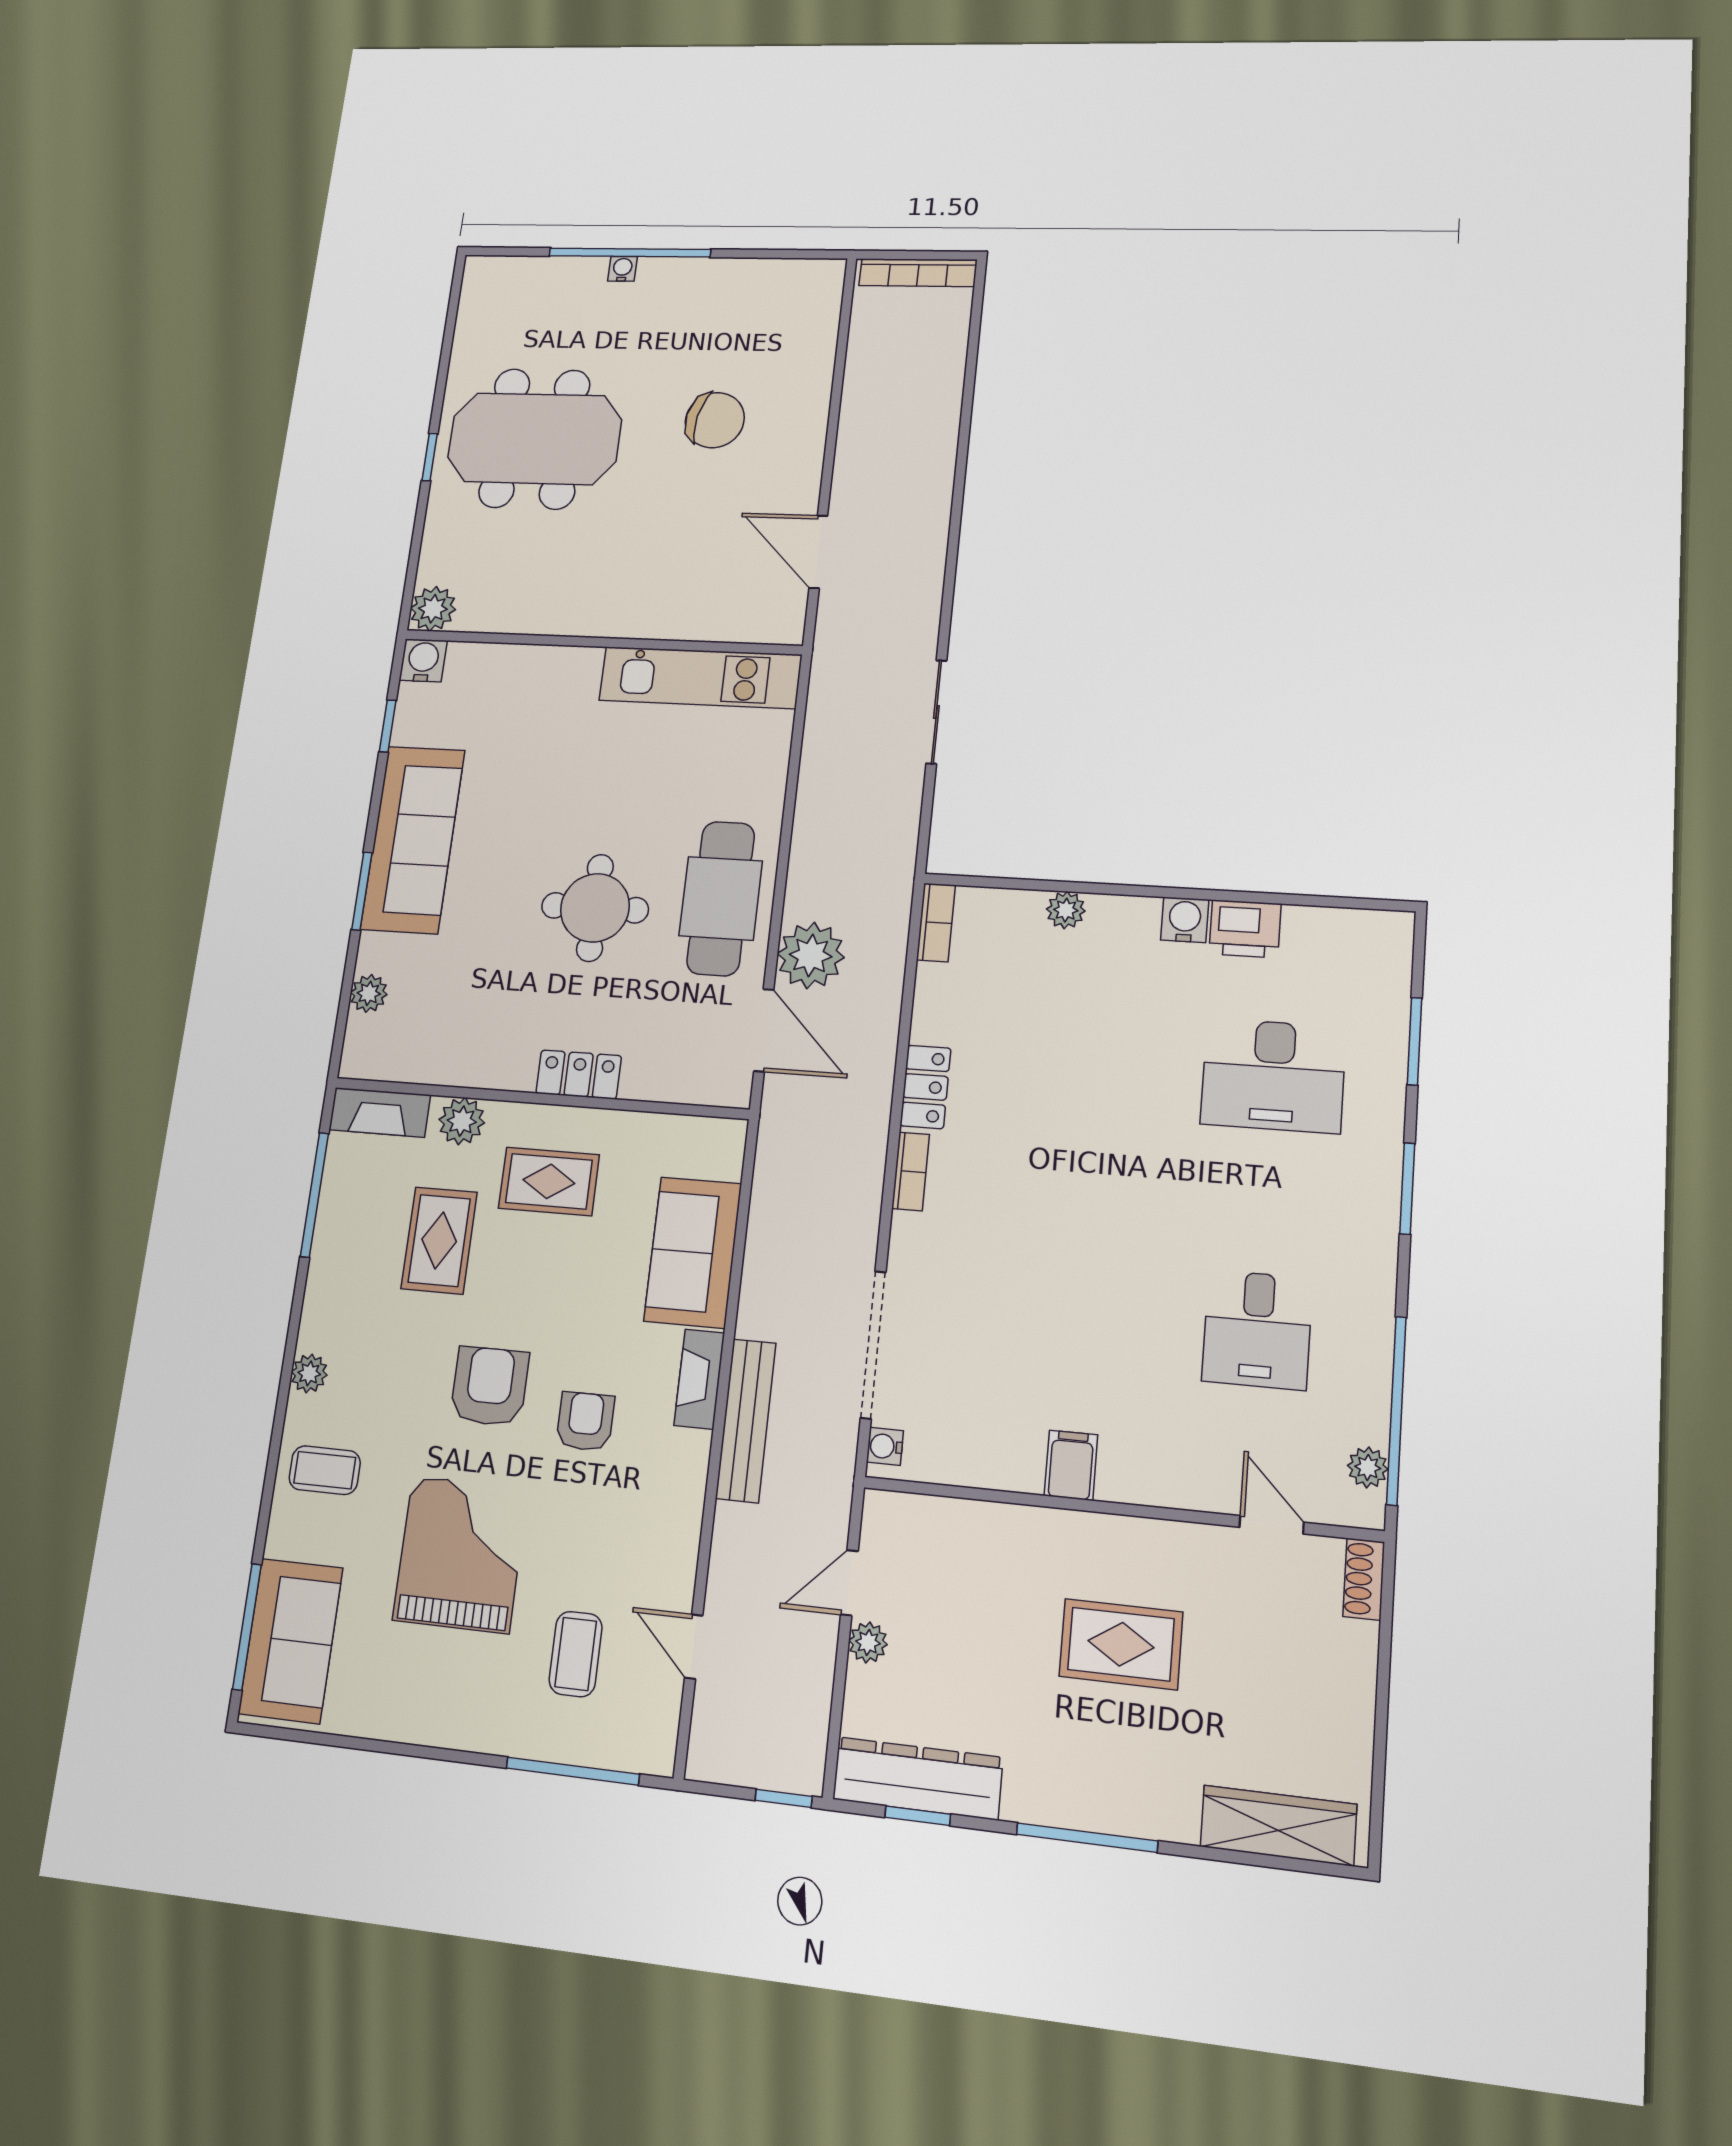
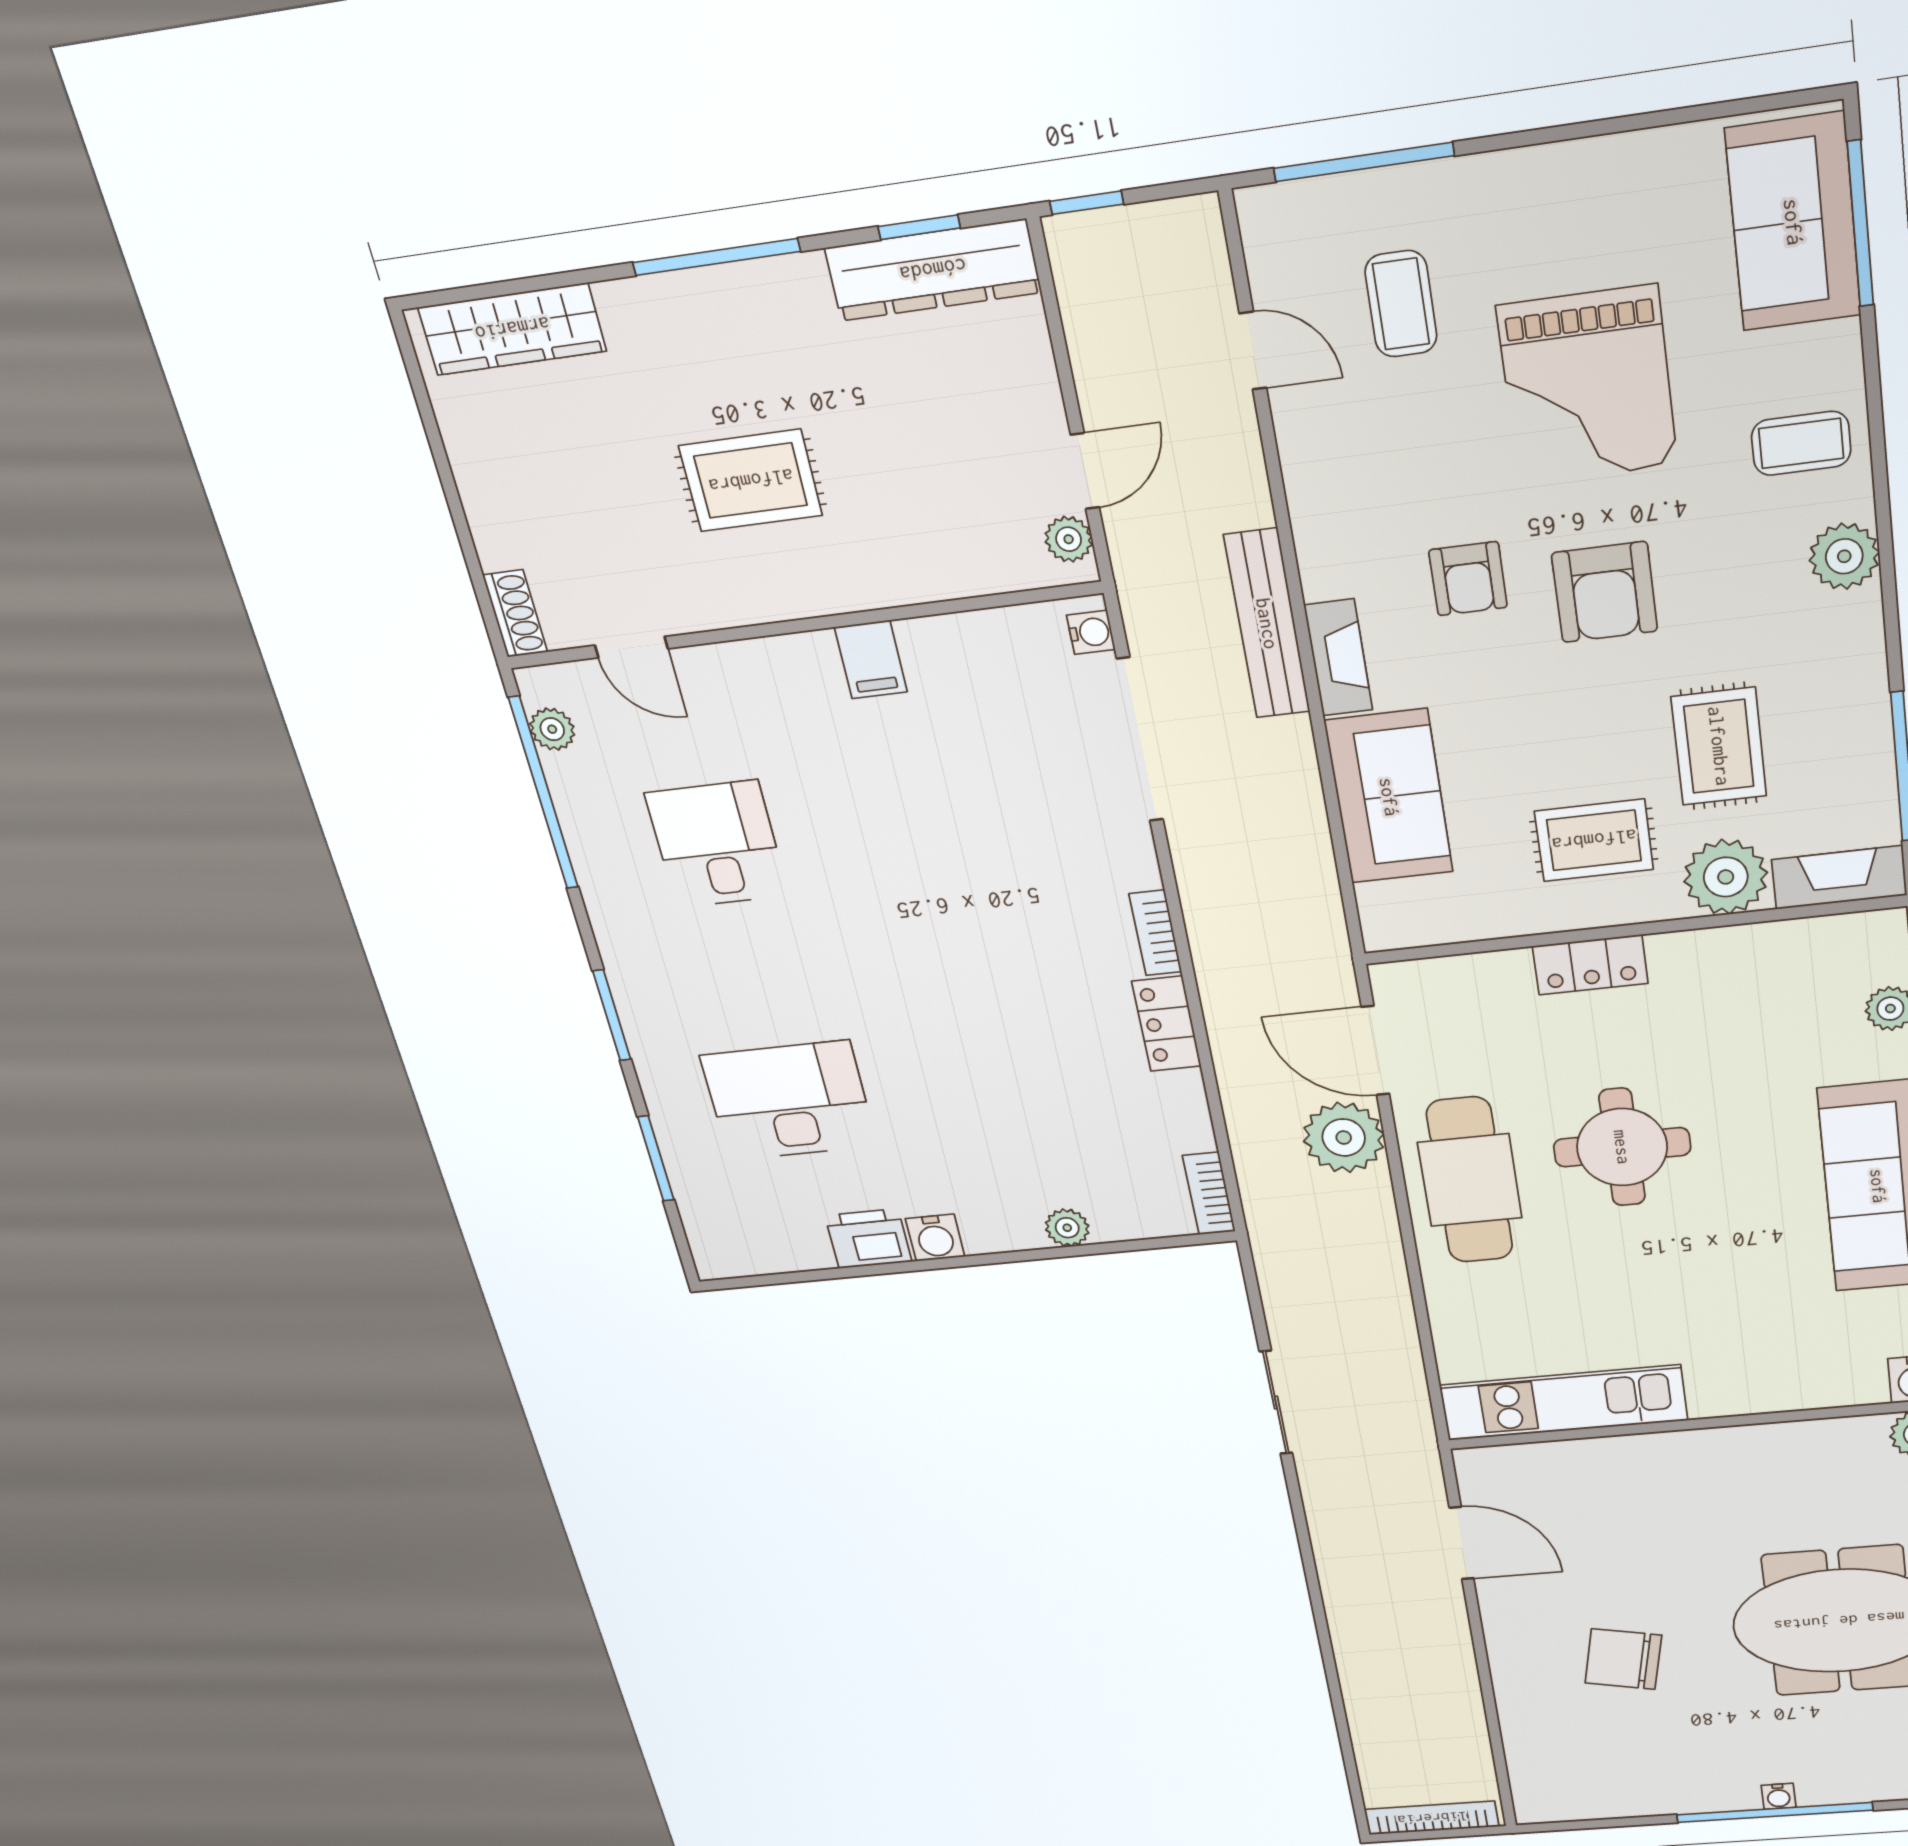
plant: (462, 1121) -> (1726, 877), width x1.36, depth x1.36
plant: (309, 1373) -> (1844, 556), width x1.38, depth x1.38
plant: (868, 1642) -> (1069, 539), moved

